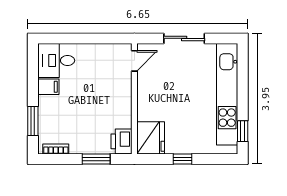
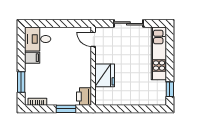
door: (134, 61) -> (93, 39), swing flipped
kitchen unit: (227, 94) -> (159, 53), width x0.73
fridge: (151, 138) -> (105, 75), moved
window: (182, 159) -> (127, 109), removed

